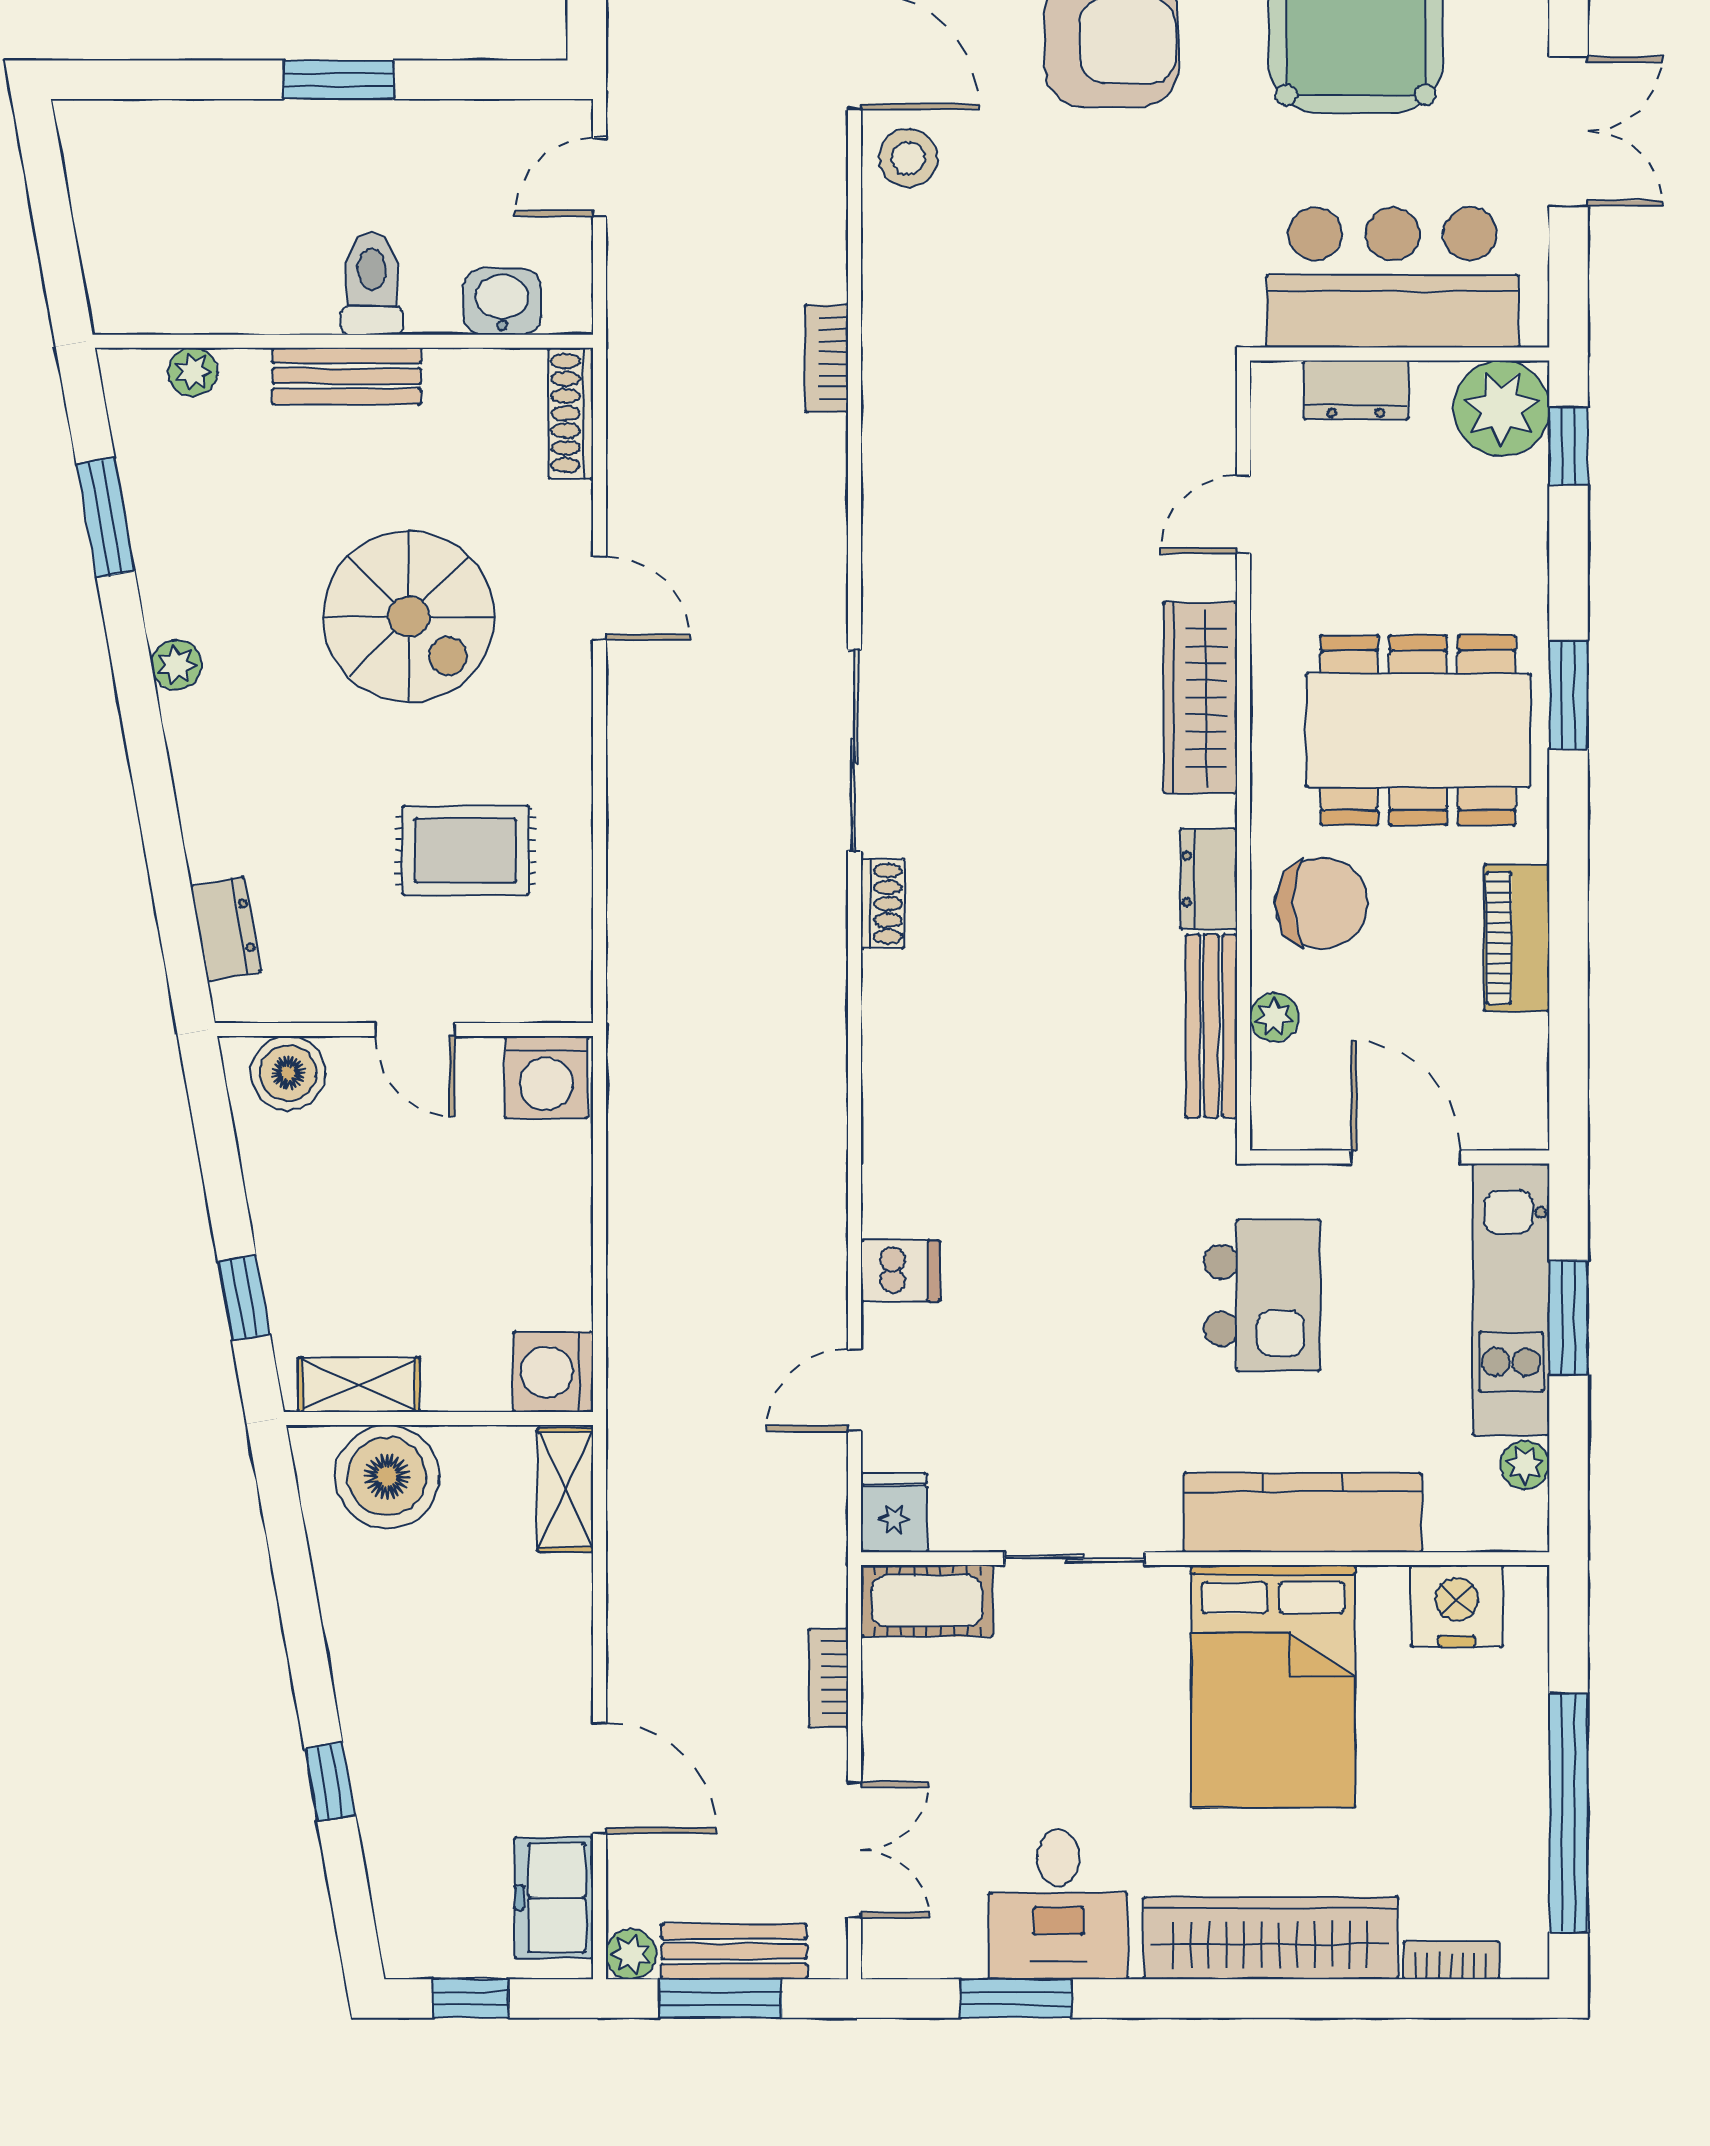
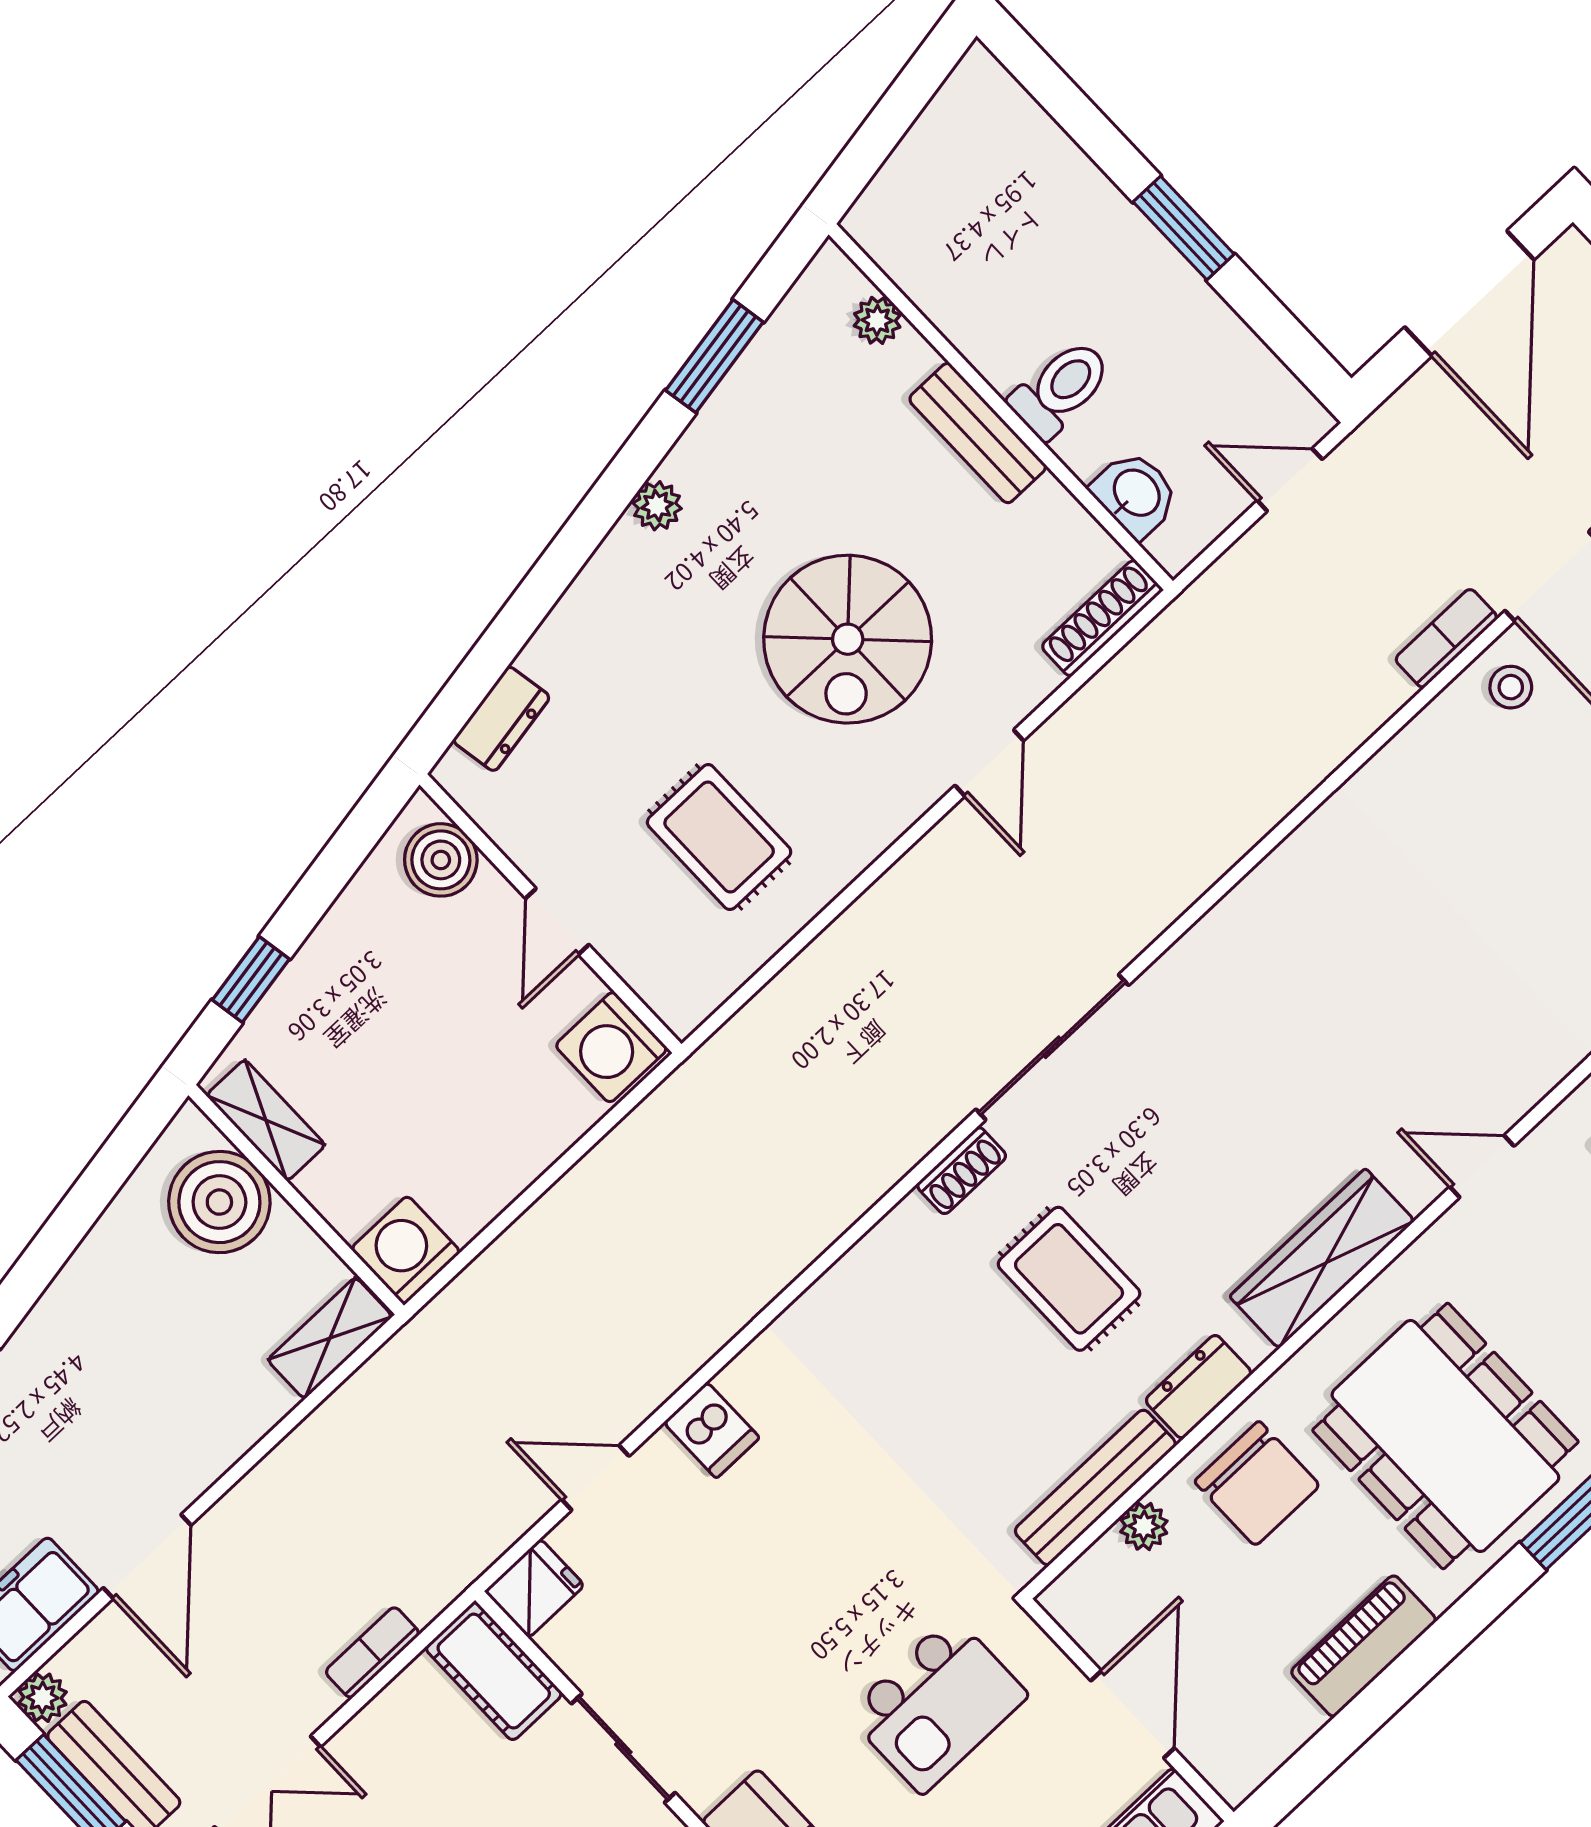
stool: (908, 158) -> (1511, 687), width x0.73, depth x0.73
bookcase: (827, 359) -> (1446, 638), moved
rug: (1038, 900) -> (1069, 1279), added

